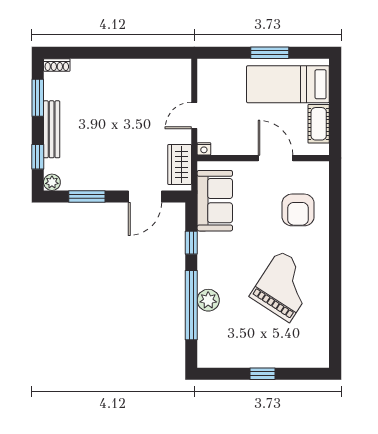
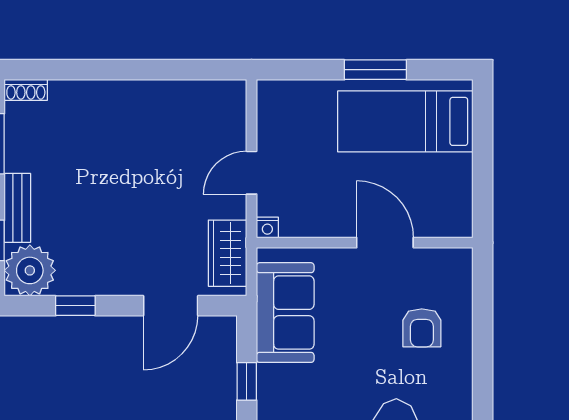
cot: (319, 124) -> (456, 186), removed
bench: (52, 129) -> (17, 208), width x0.73
plant: (52, 182) -> (30, 270), width x1.88, depth x1.88
window: (87, 196) -> (75, 306), width x0.67
armchair: (298, 210) -> (422, 328), width x0.72, depth x0.72

